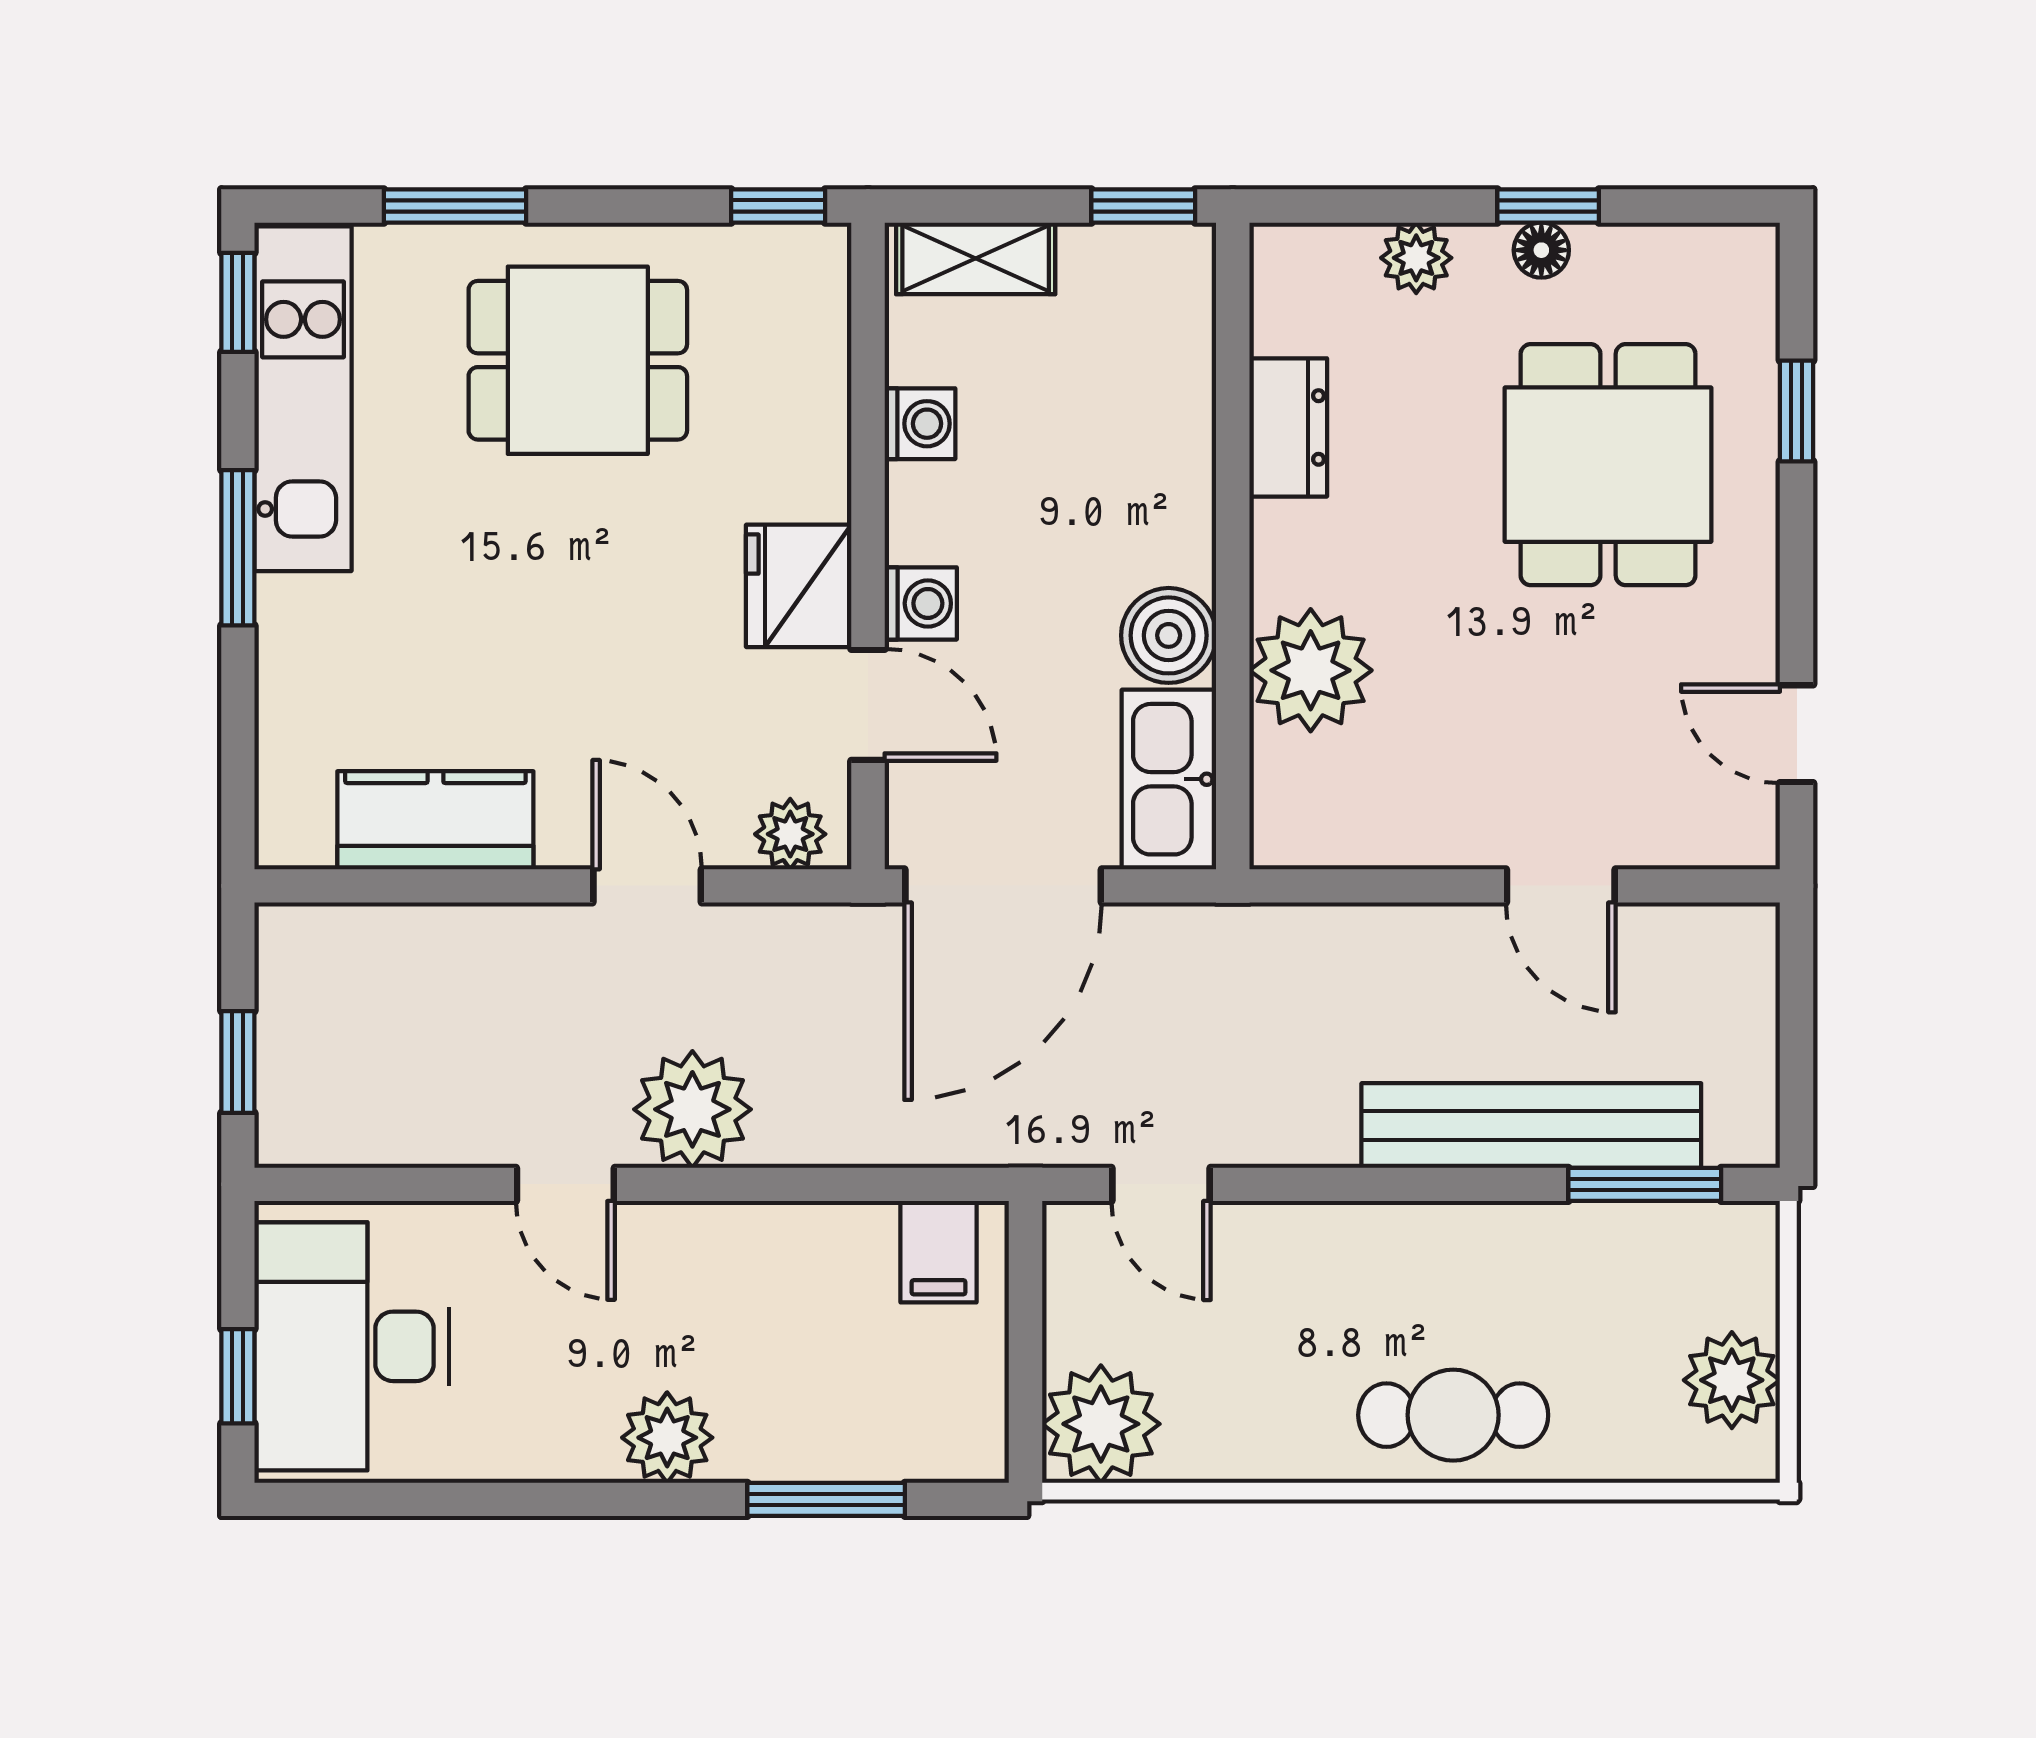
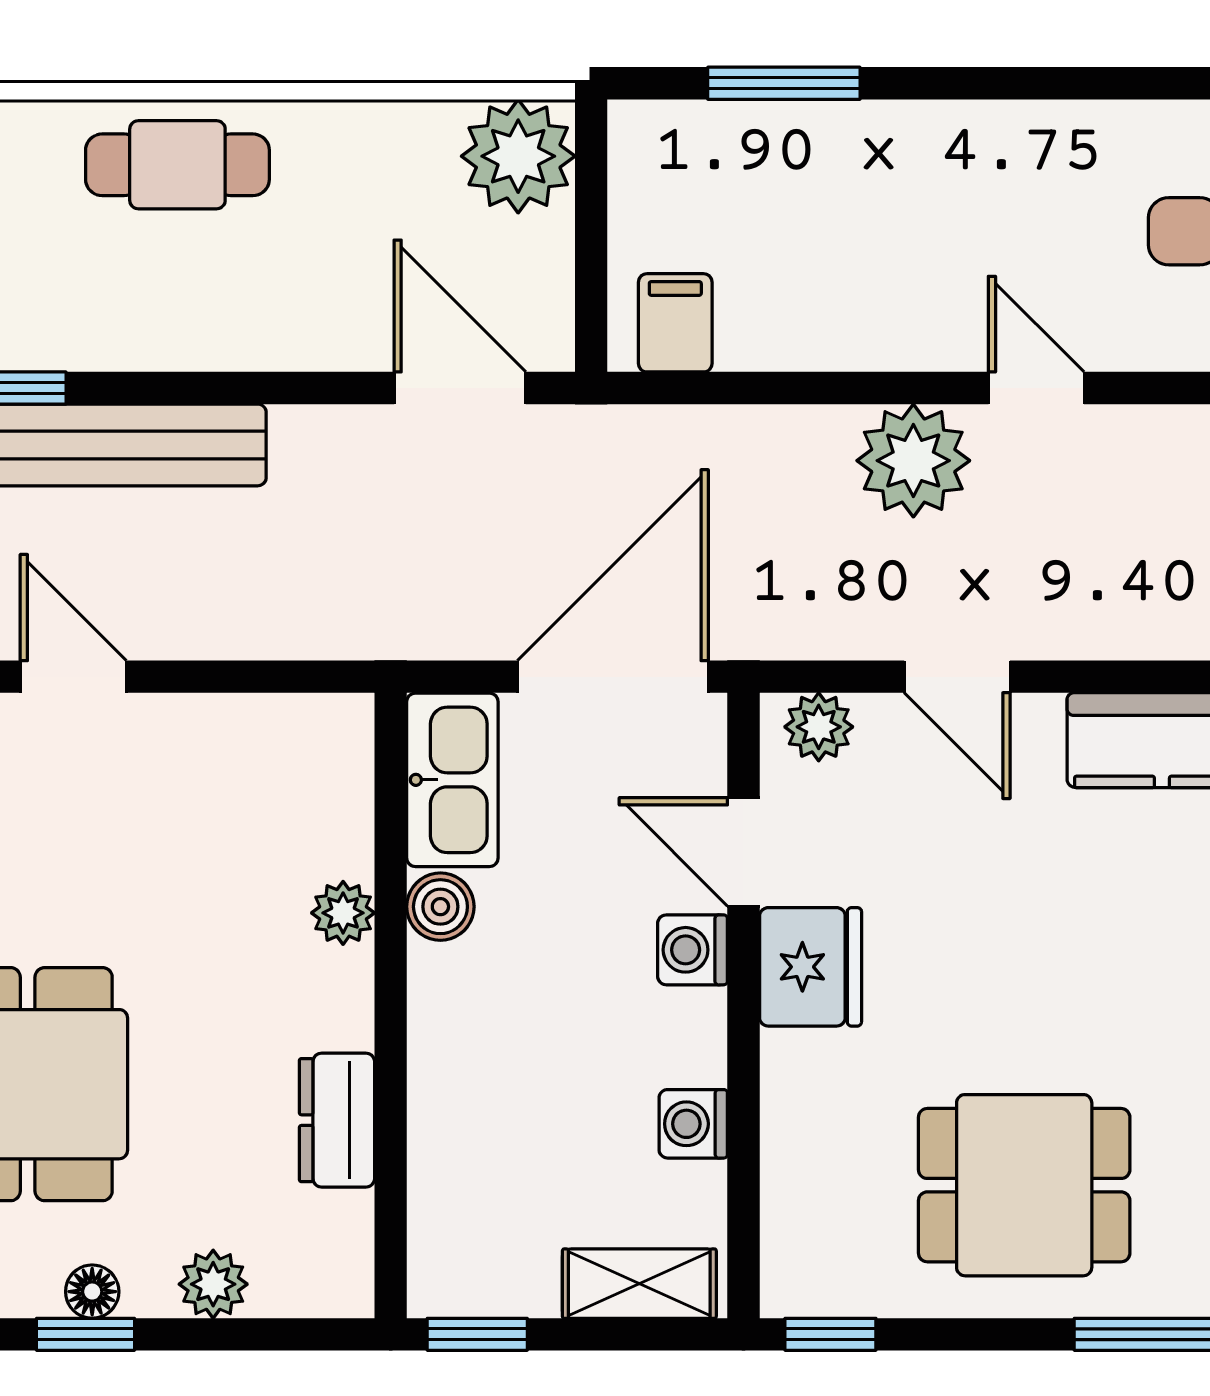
boiler: (1169, 635) -> (440, 907), width x0.73, depth x0.73
plant: (1311, 670) -> (343, 913), width x0.53, depth x0.53
door: (1161, 1184) -> (460, 388), width x1.38
plant: (667, 1438) -> (938, 143), removed

